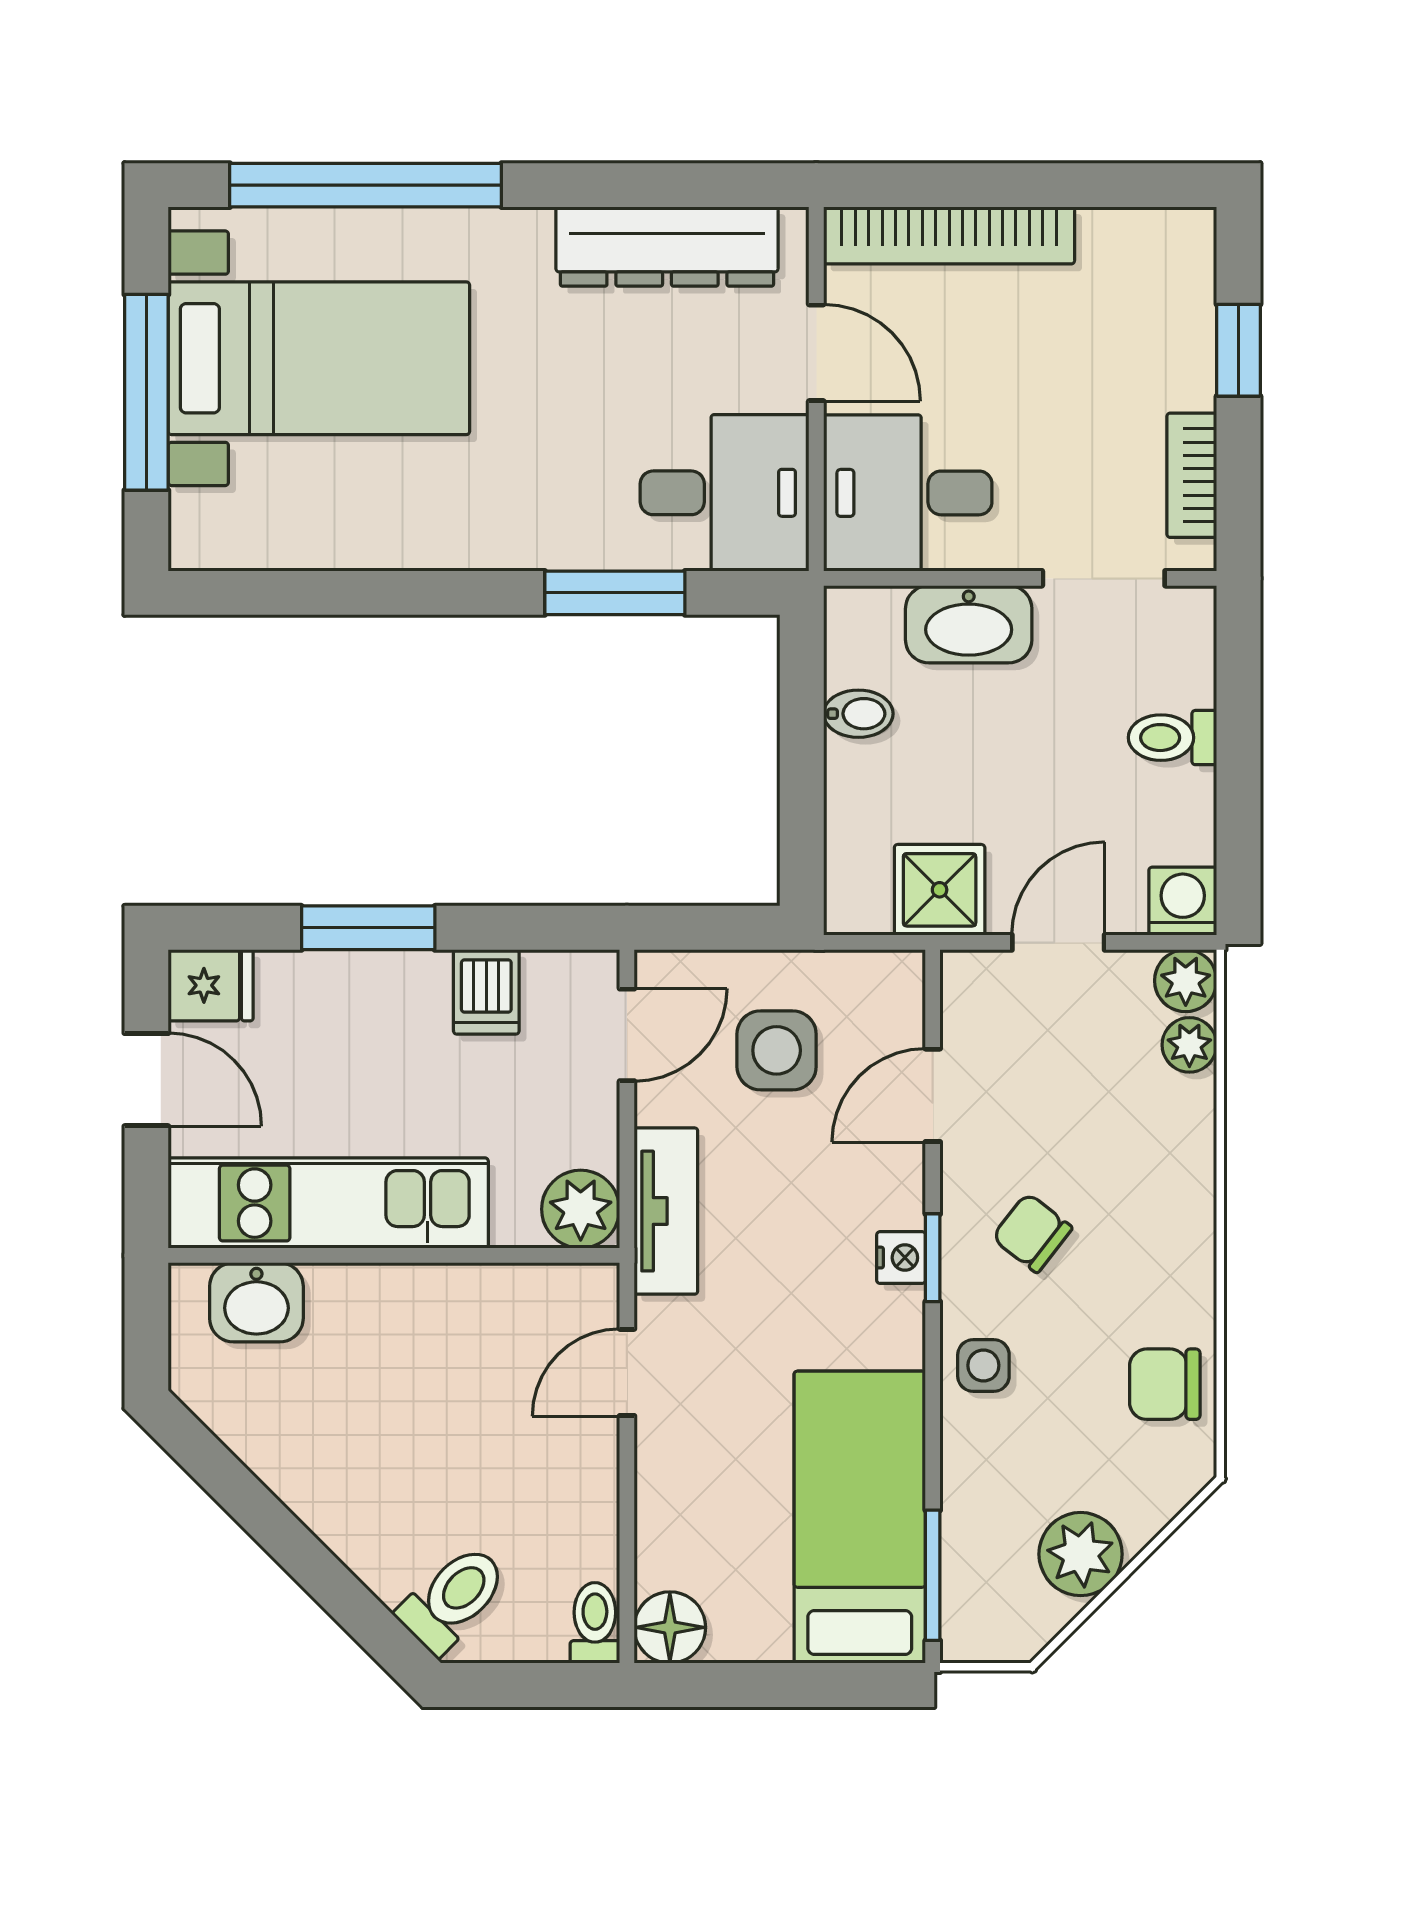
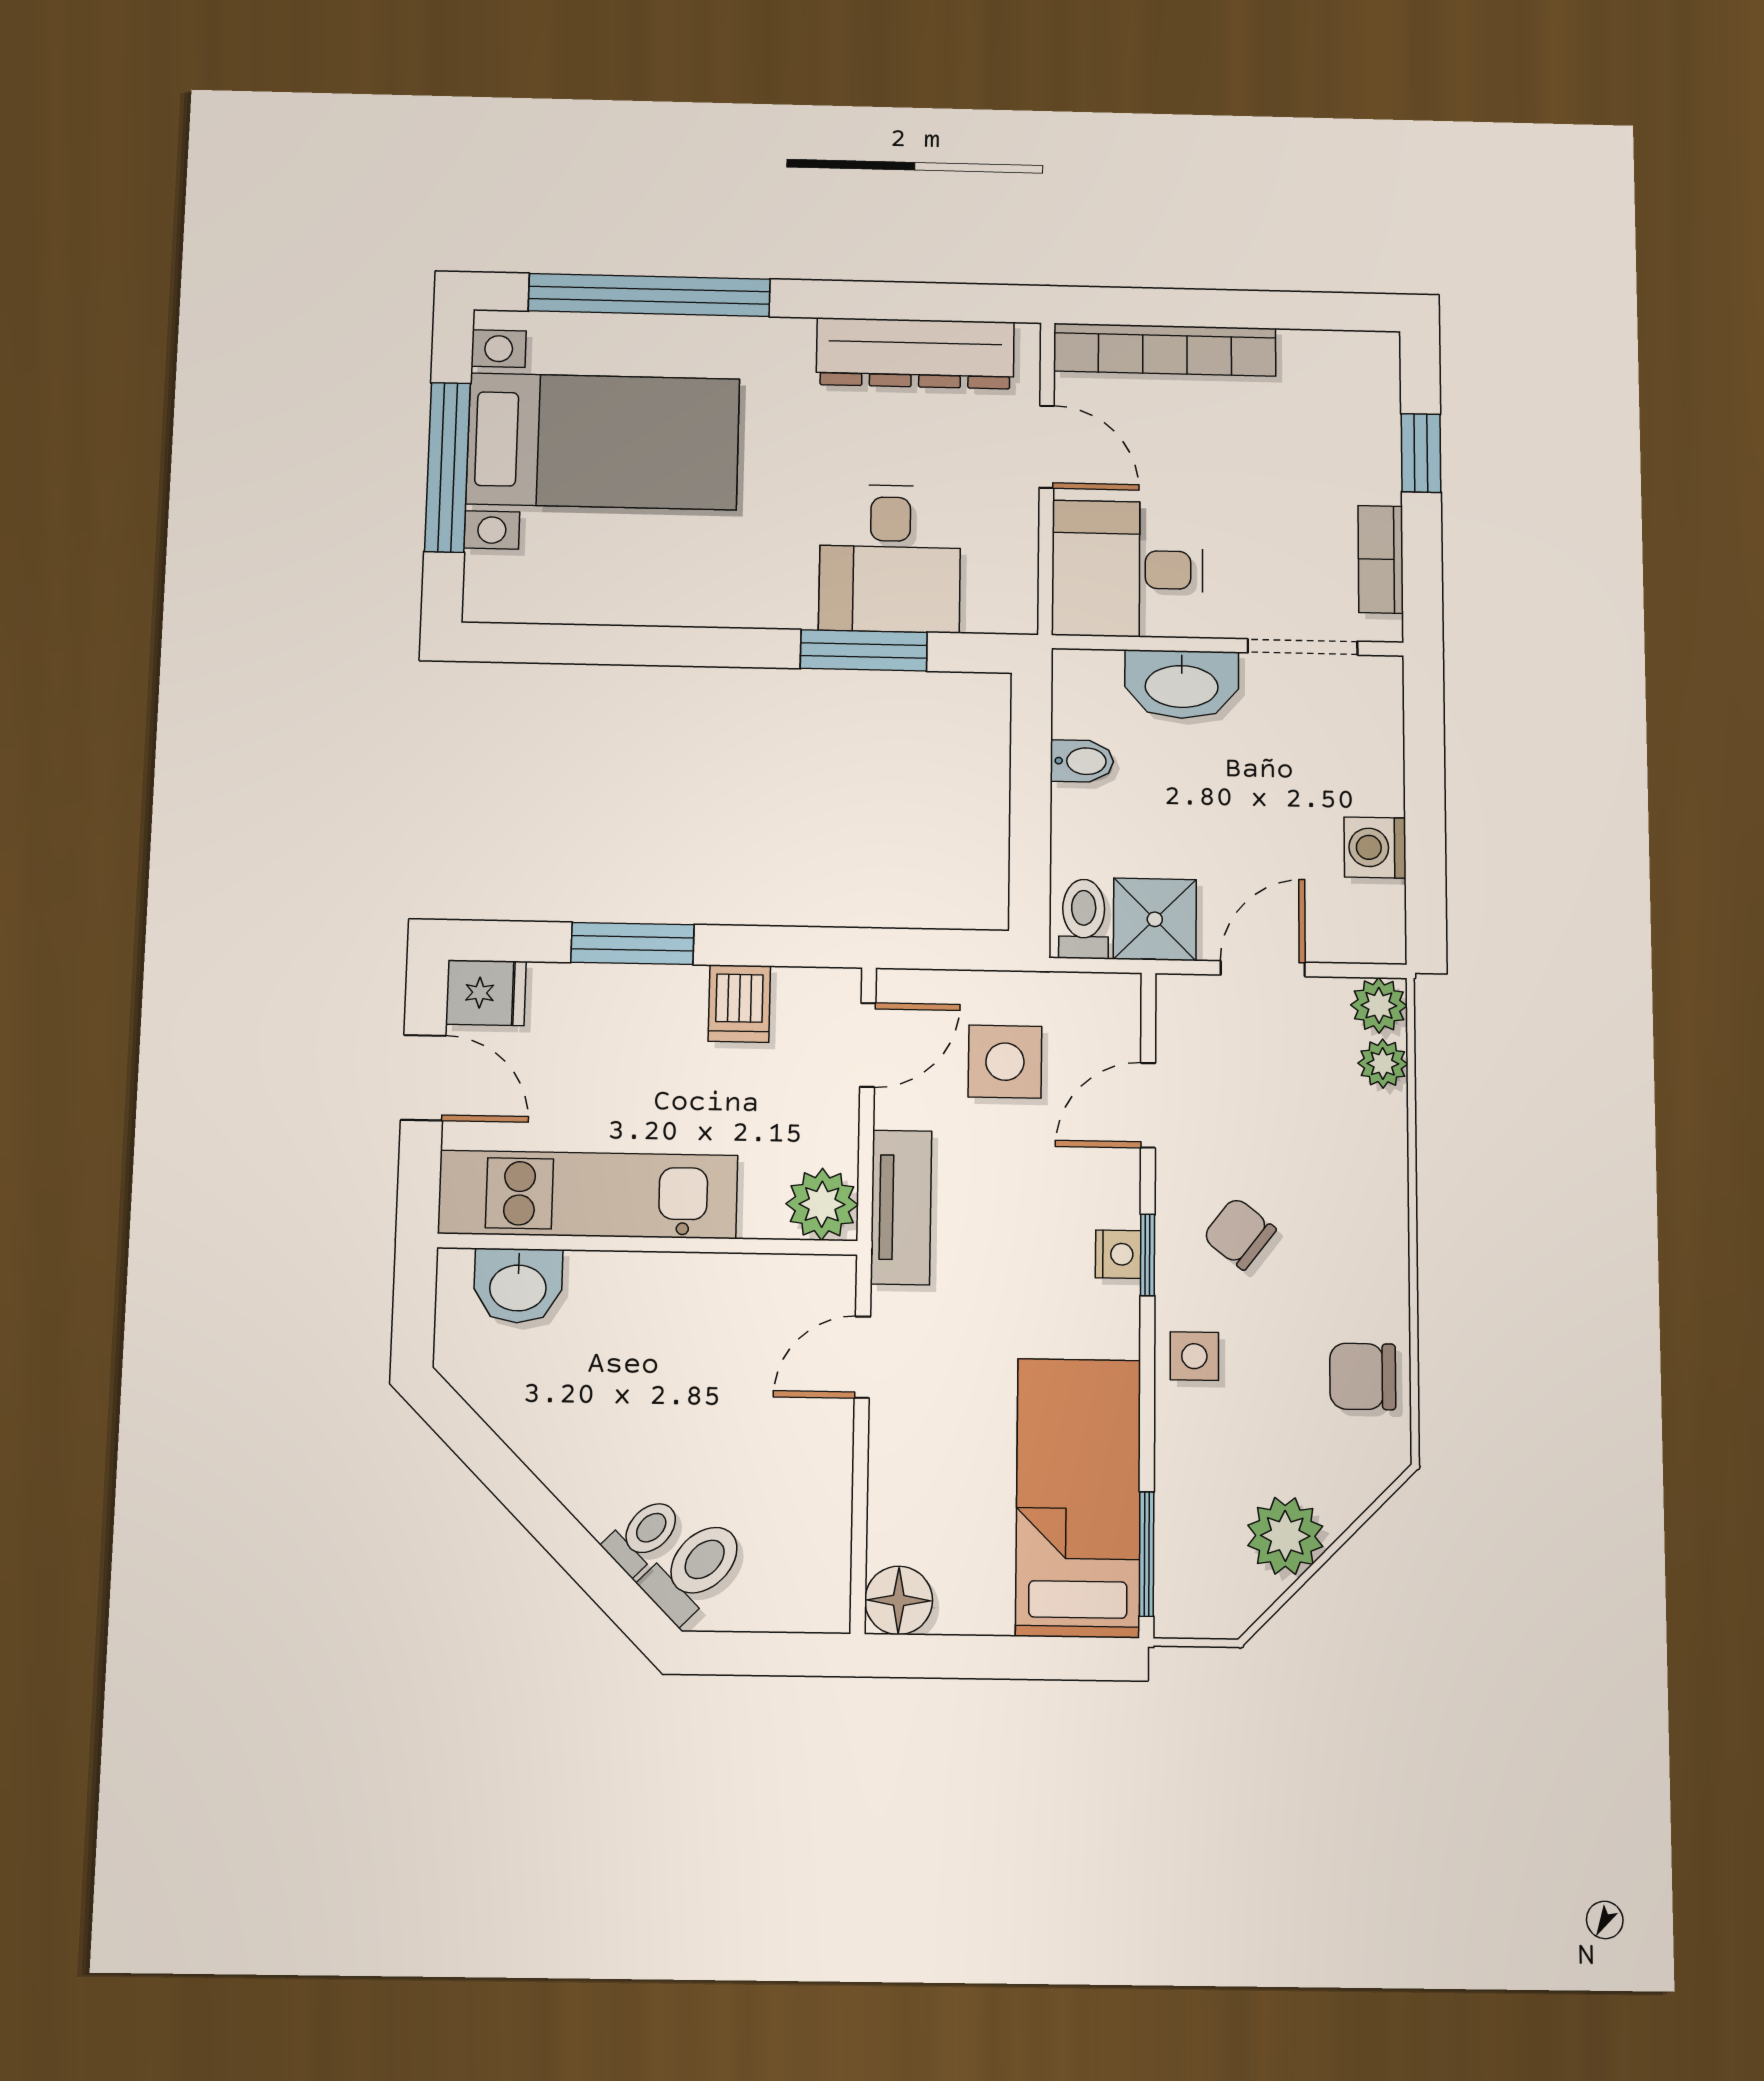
desk: (725, 493) -> (890, 558), moved, turned 90
toilet: (1172, 738) -> (1084, 919), moved, turned 90
washing machine: (1183, 901) -> (1375, 847), moved, turned -90
toilet: (595, 1623) -> (643, 1535), moved, turned 45

